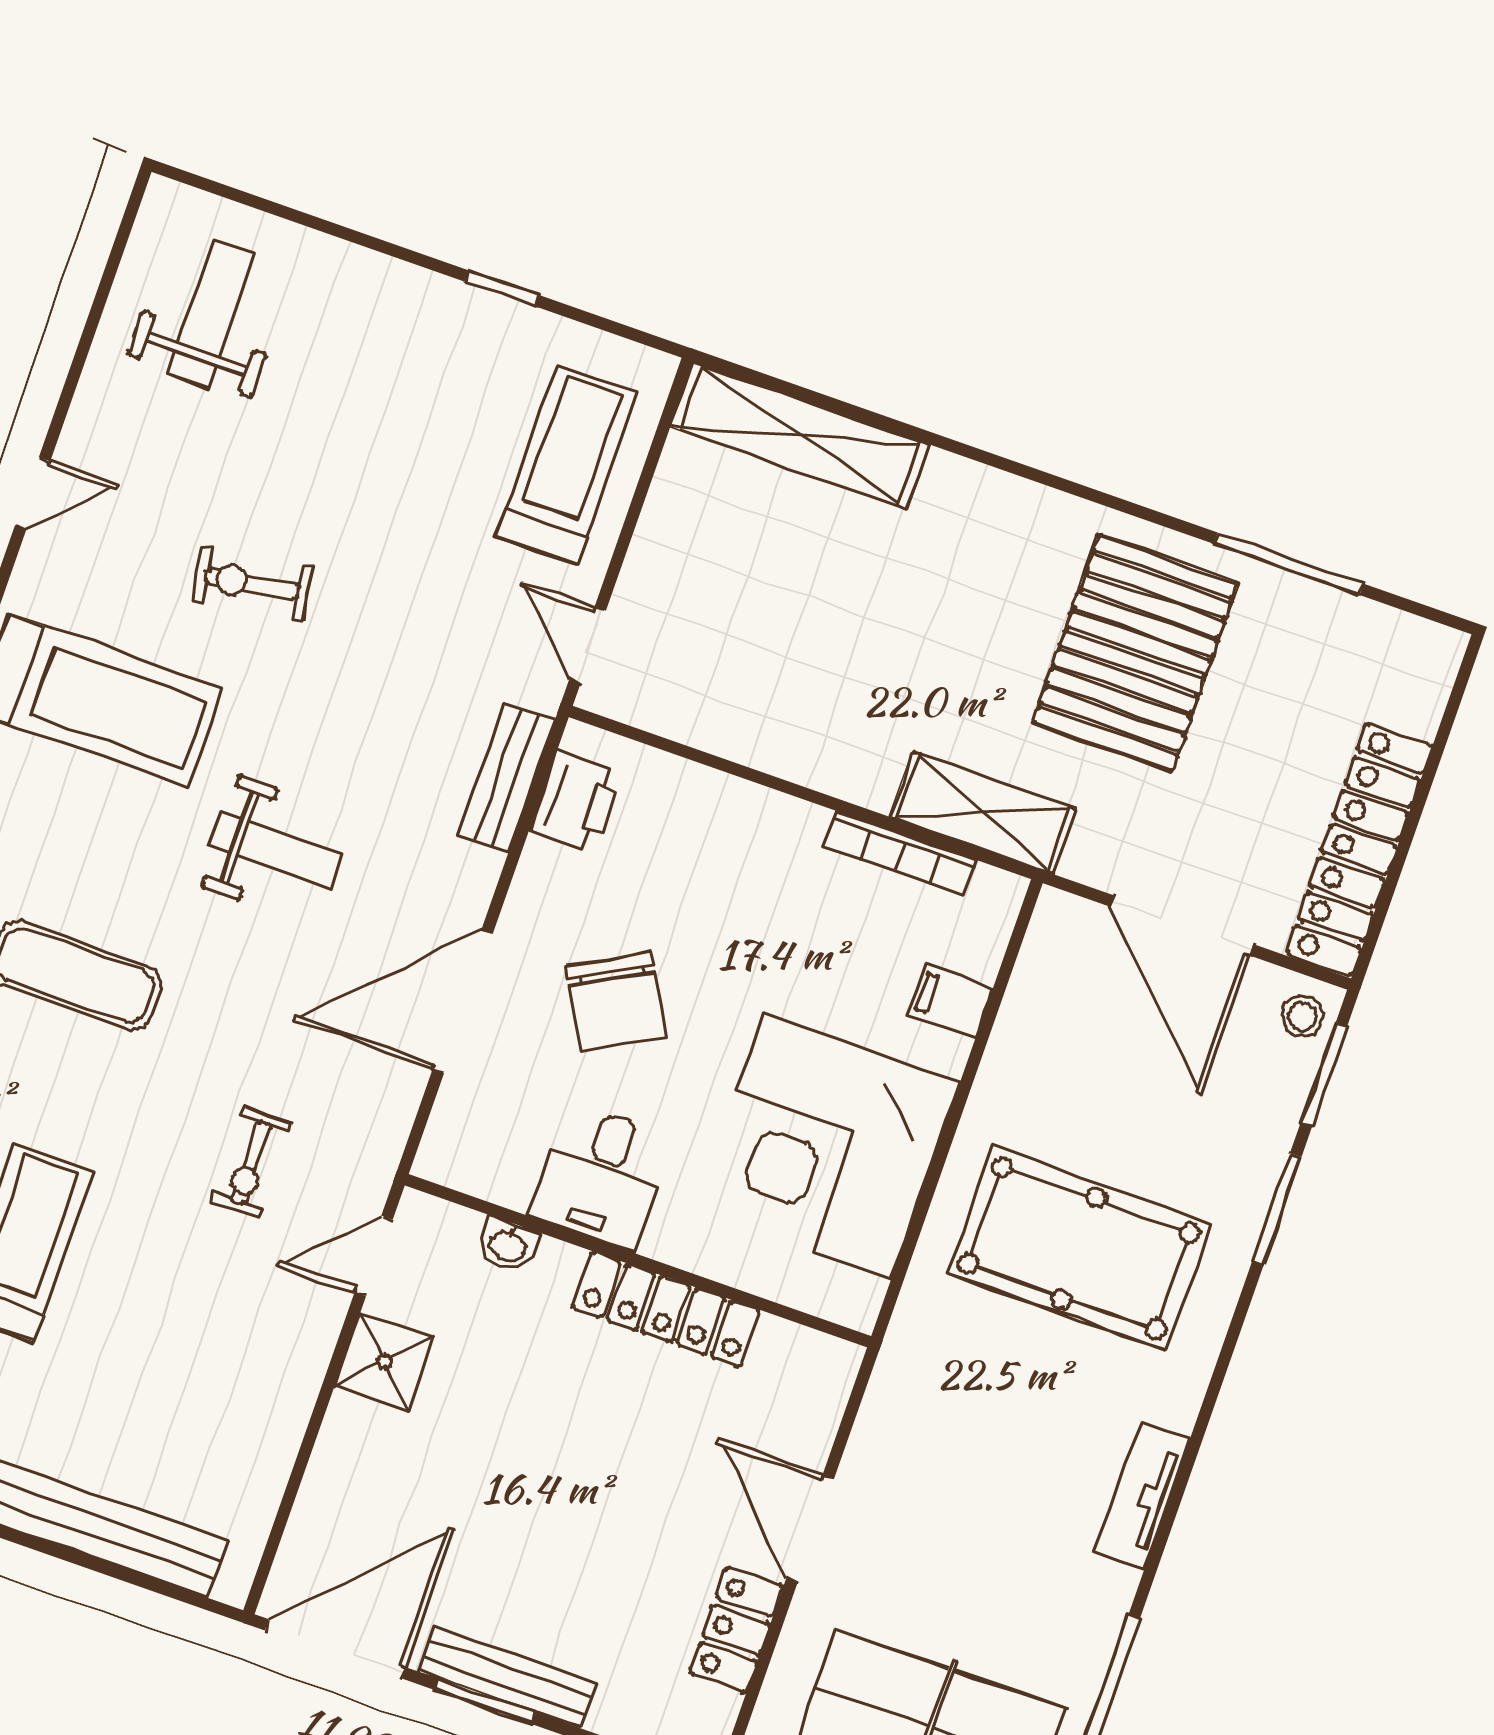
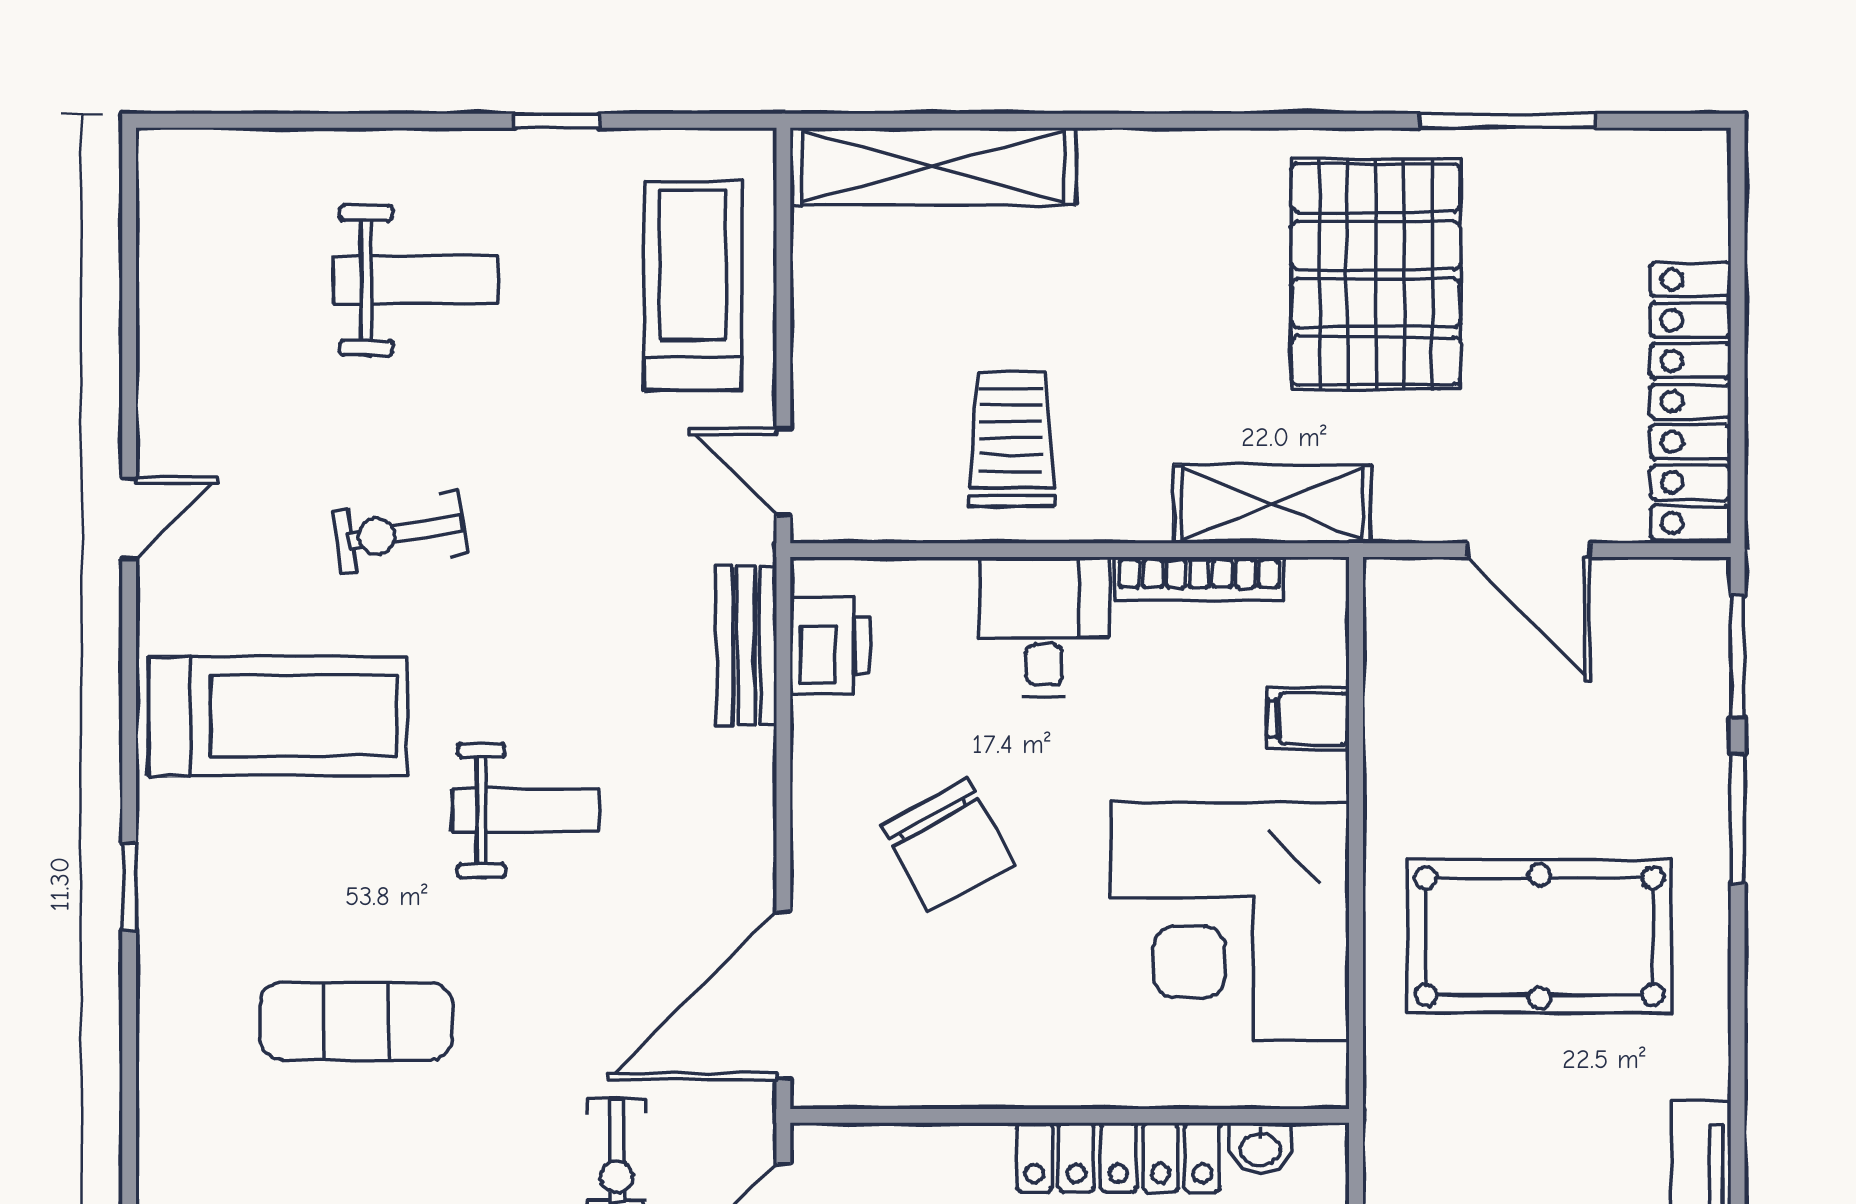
weight bench: (211, 314) -> (415, 280), moved, turned 90
trolley: (786, 684) -> (1011, 439), added
door: (1182, 925) -> (1528, 550), width x0.73
door: (463, 1002) -> (783, 995), moved
stool: (1302, 1016) -> (1693, 602), removed
desk: (601, 1177) -> (1044, 627), moved, turned 180
washbasin: (508, 1245) -> (1260, 1148), moved

